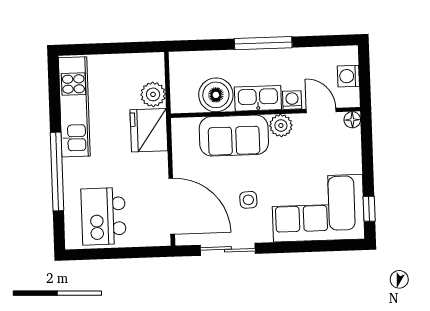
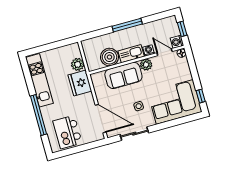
window: (364, 75) -> (182, 29), added
washing machine: (348, 76) -> (177, 42), moved

